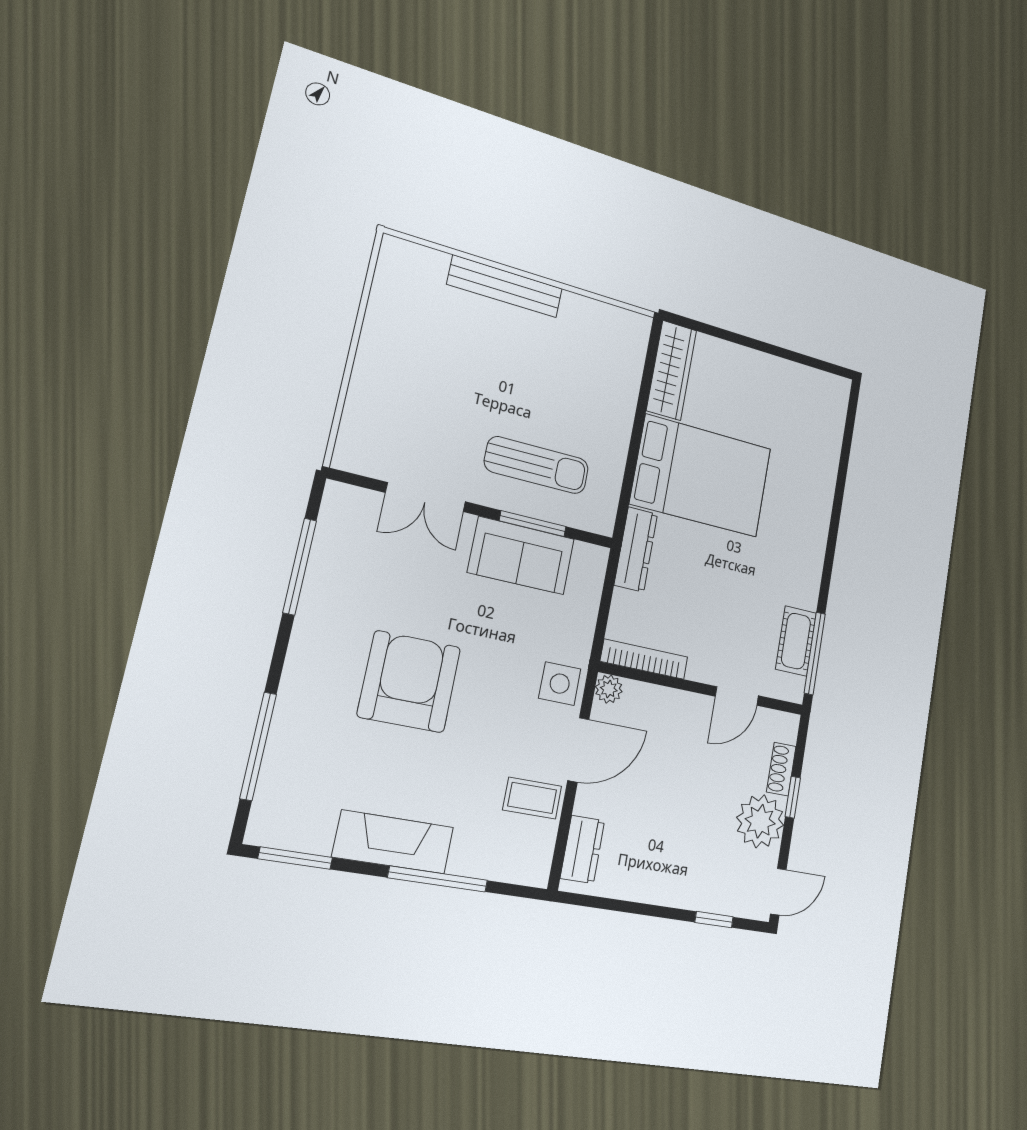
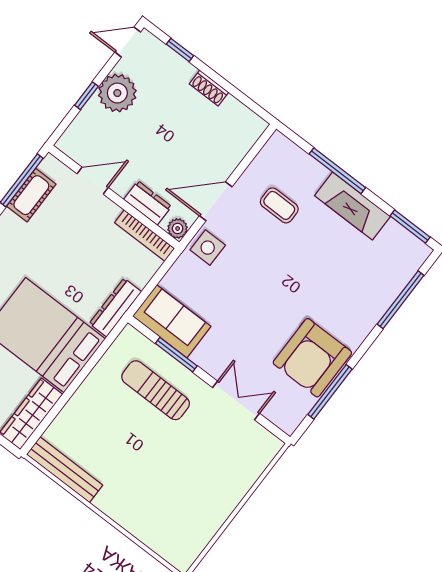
bench: (505, 286) -> (65, 470), moved
sofa: (521, 556) -> (172, 321), moved
armchair: (409, 682) -> (312, 358), moved
shoe rack: (781, 769) -> (209, 88), moved, turned 90
coffee table: (532, 798) -> (279, 205), moved
dresser: (582, 849) -> (148, 203), moved, turned 90

